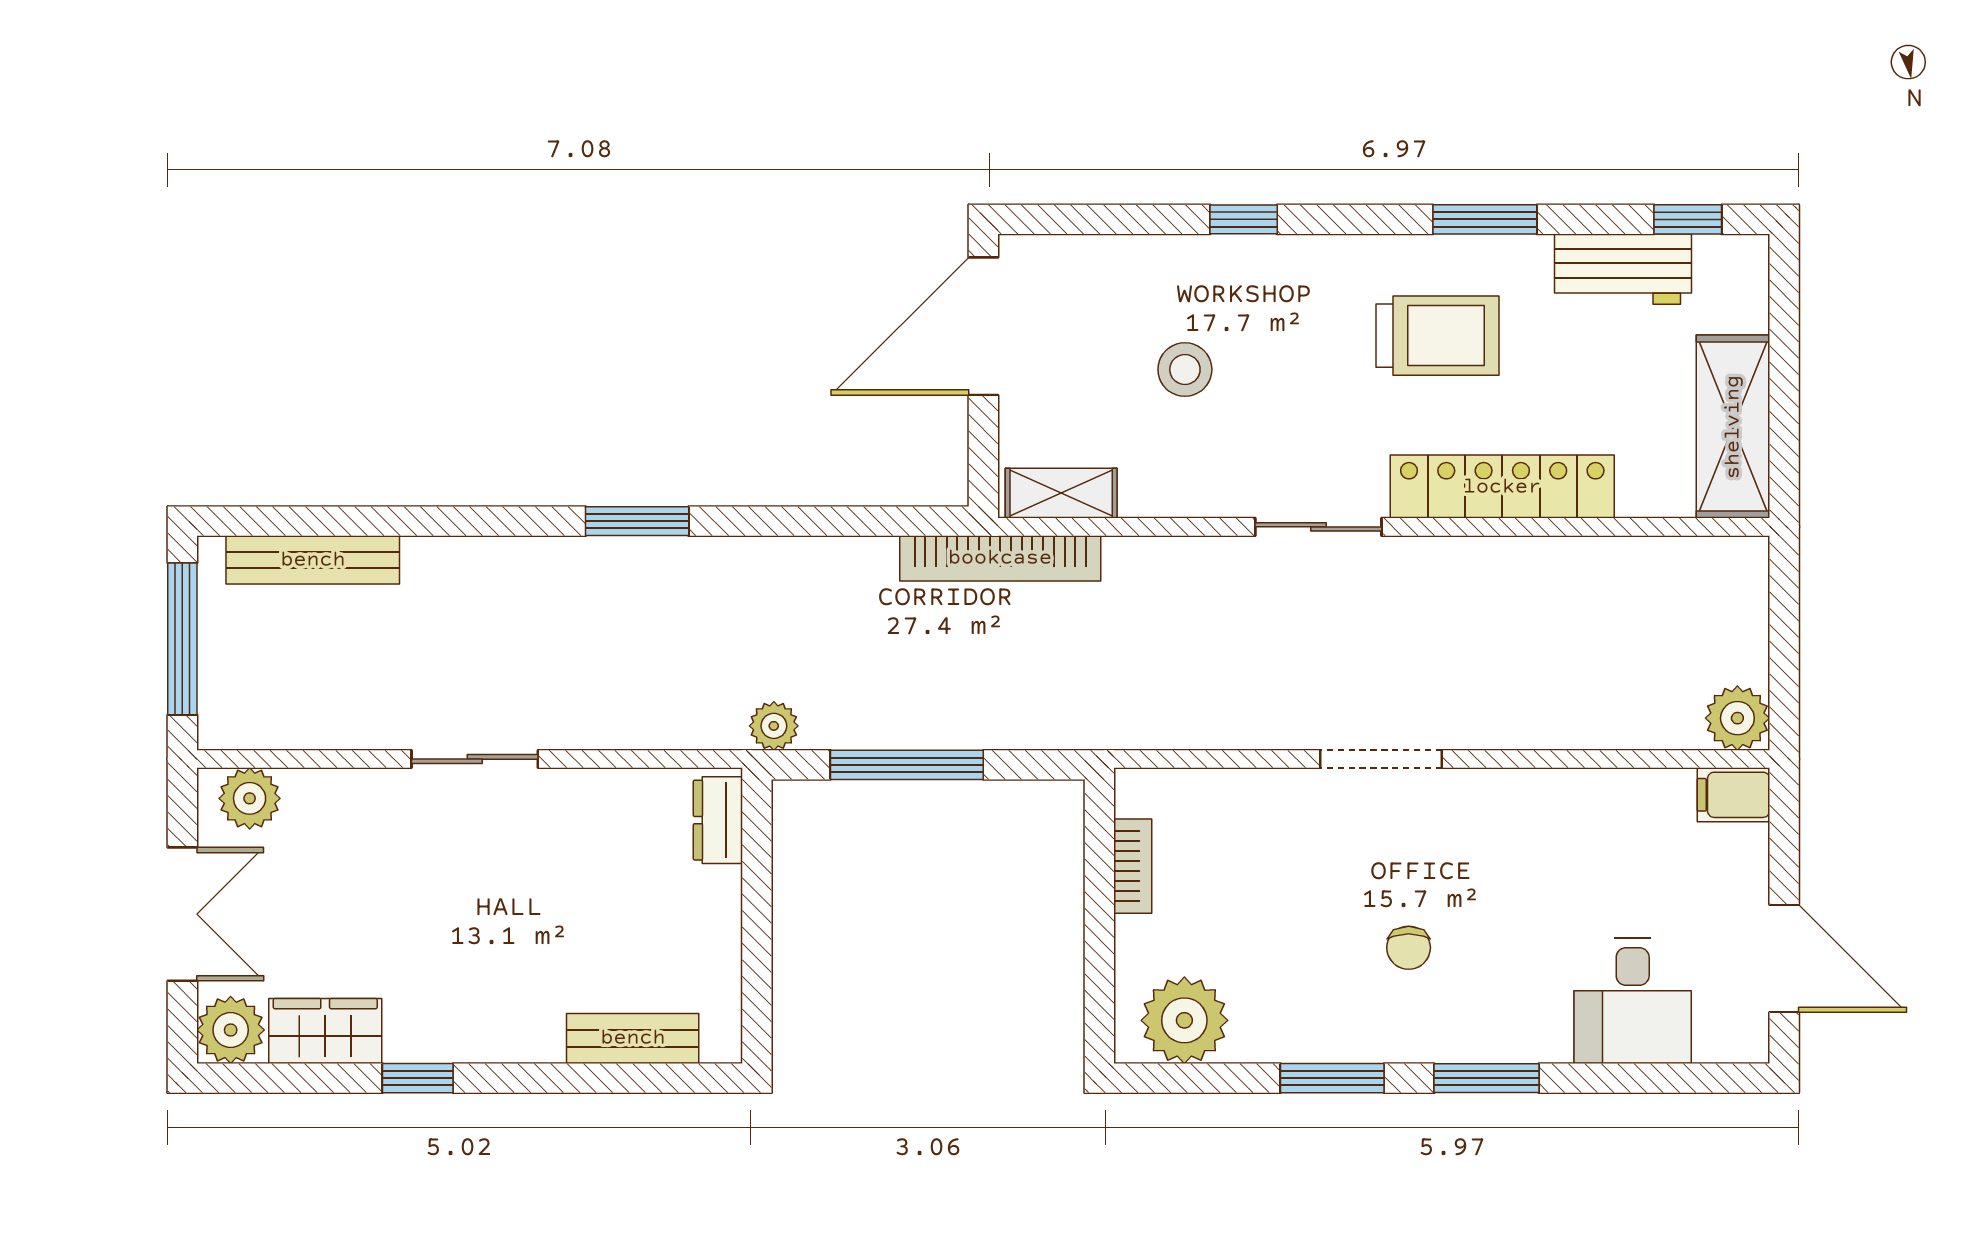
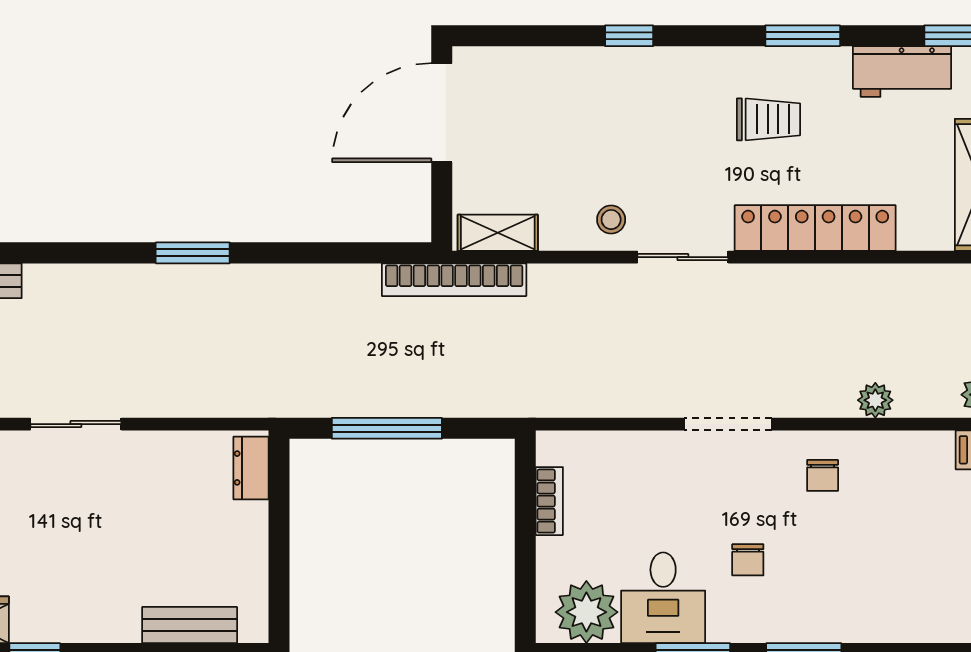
trolley: (1437, 336) -> (769, 119), width x0.73, depth x0.72
stool: (1185, 370) -> (611, 220), moved, width x0.73, depth x0.73
plant: (774, 726) -> (875, 400), moved
chair: (1513, 830) -> (823, 475), added
desk: (1633, 1001) -> (663, 598), moved

